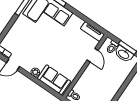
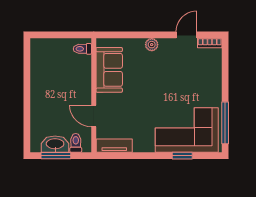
sofa: (54, 80) -> (109, 70), moved, turned -90

